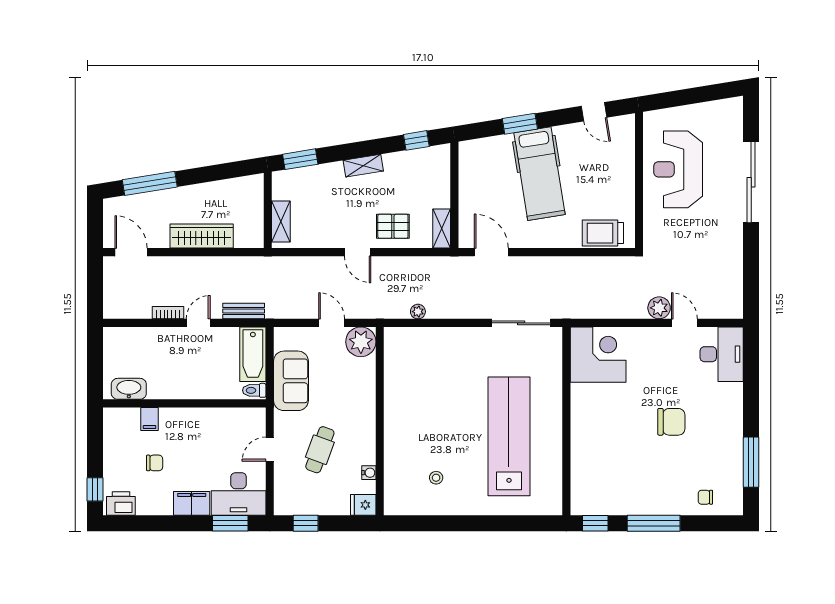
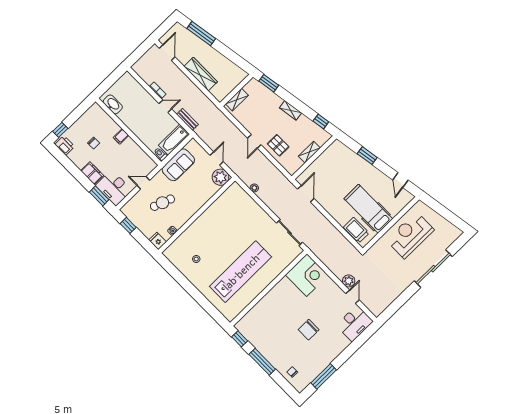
hospital bed: (539, 174) -> (368, 209), moved, turned 99
shelving: (442, 229) -> (309, 152), moved
filing cabinet: (150, 419) -> (121, 136), moved
chair: (671, 422) -> (309, 330), turned 90

